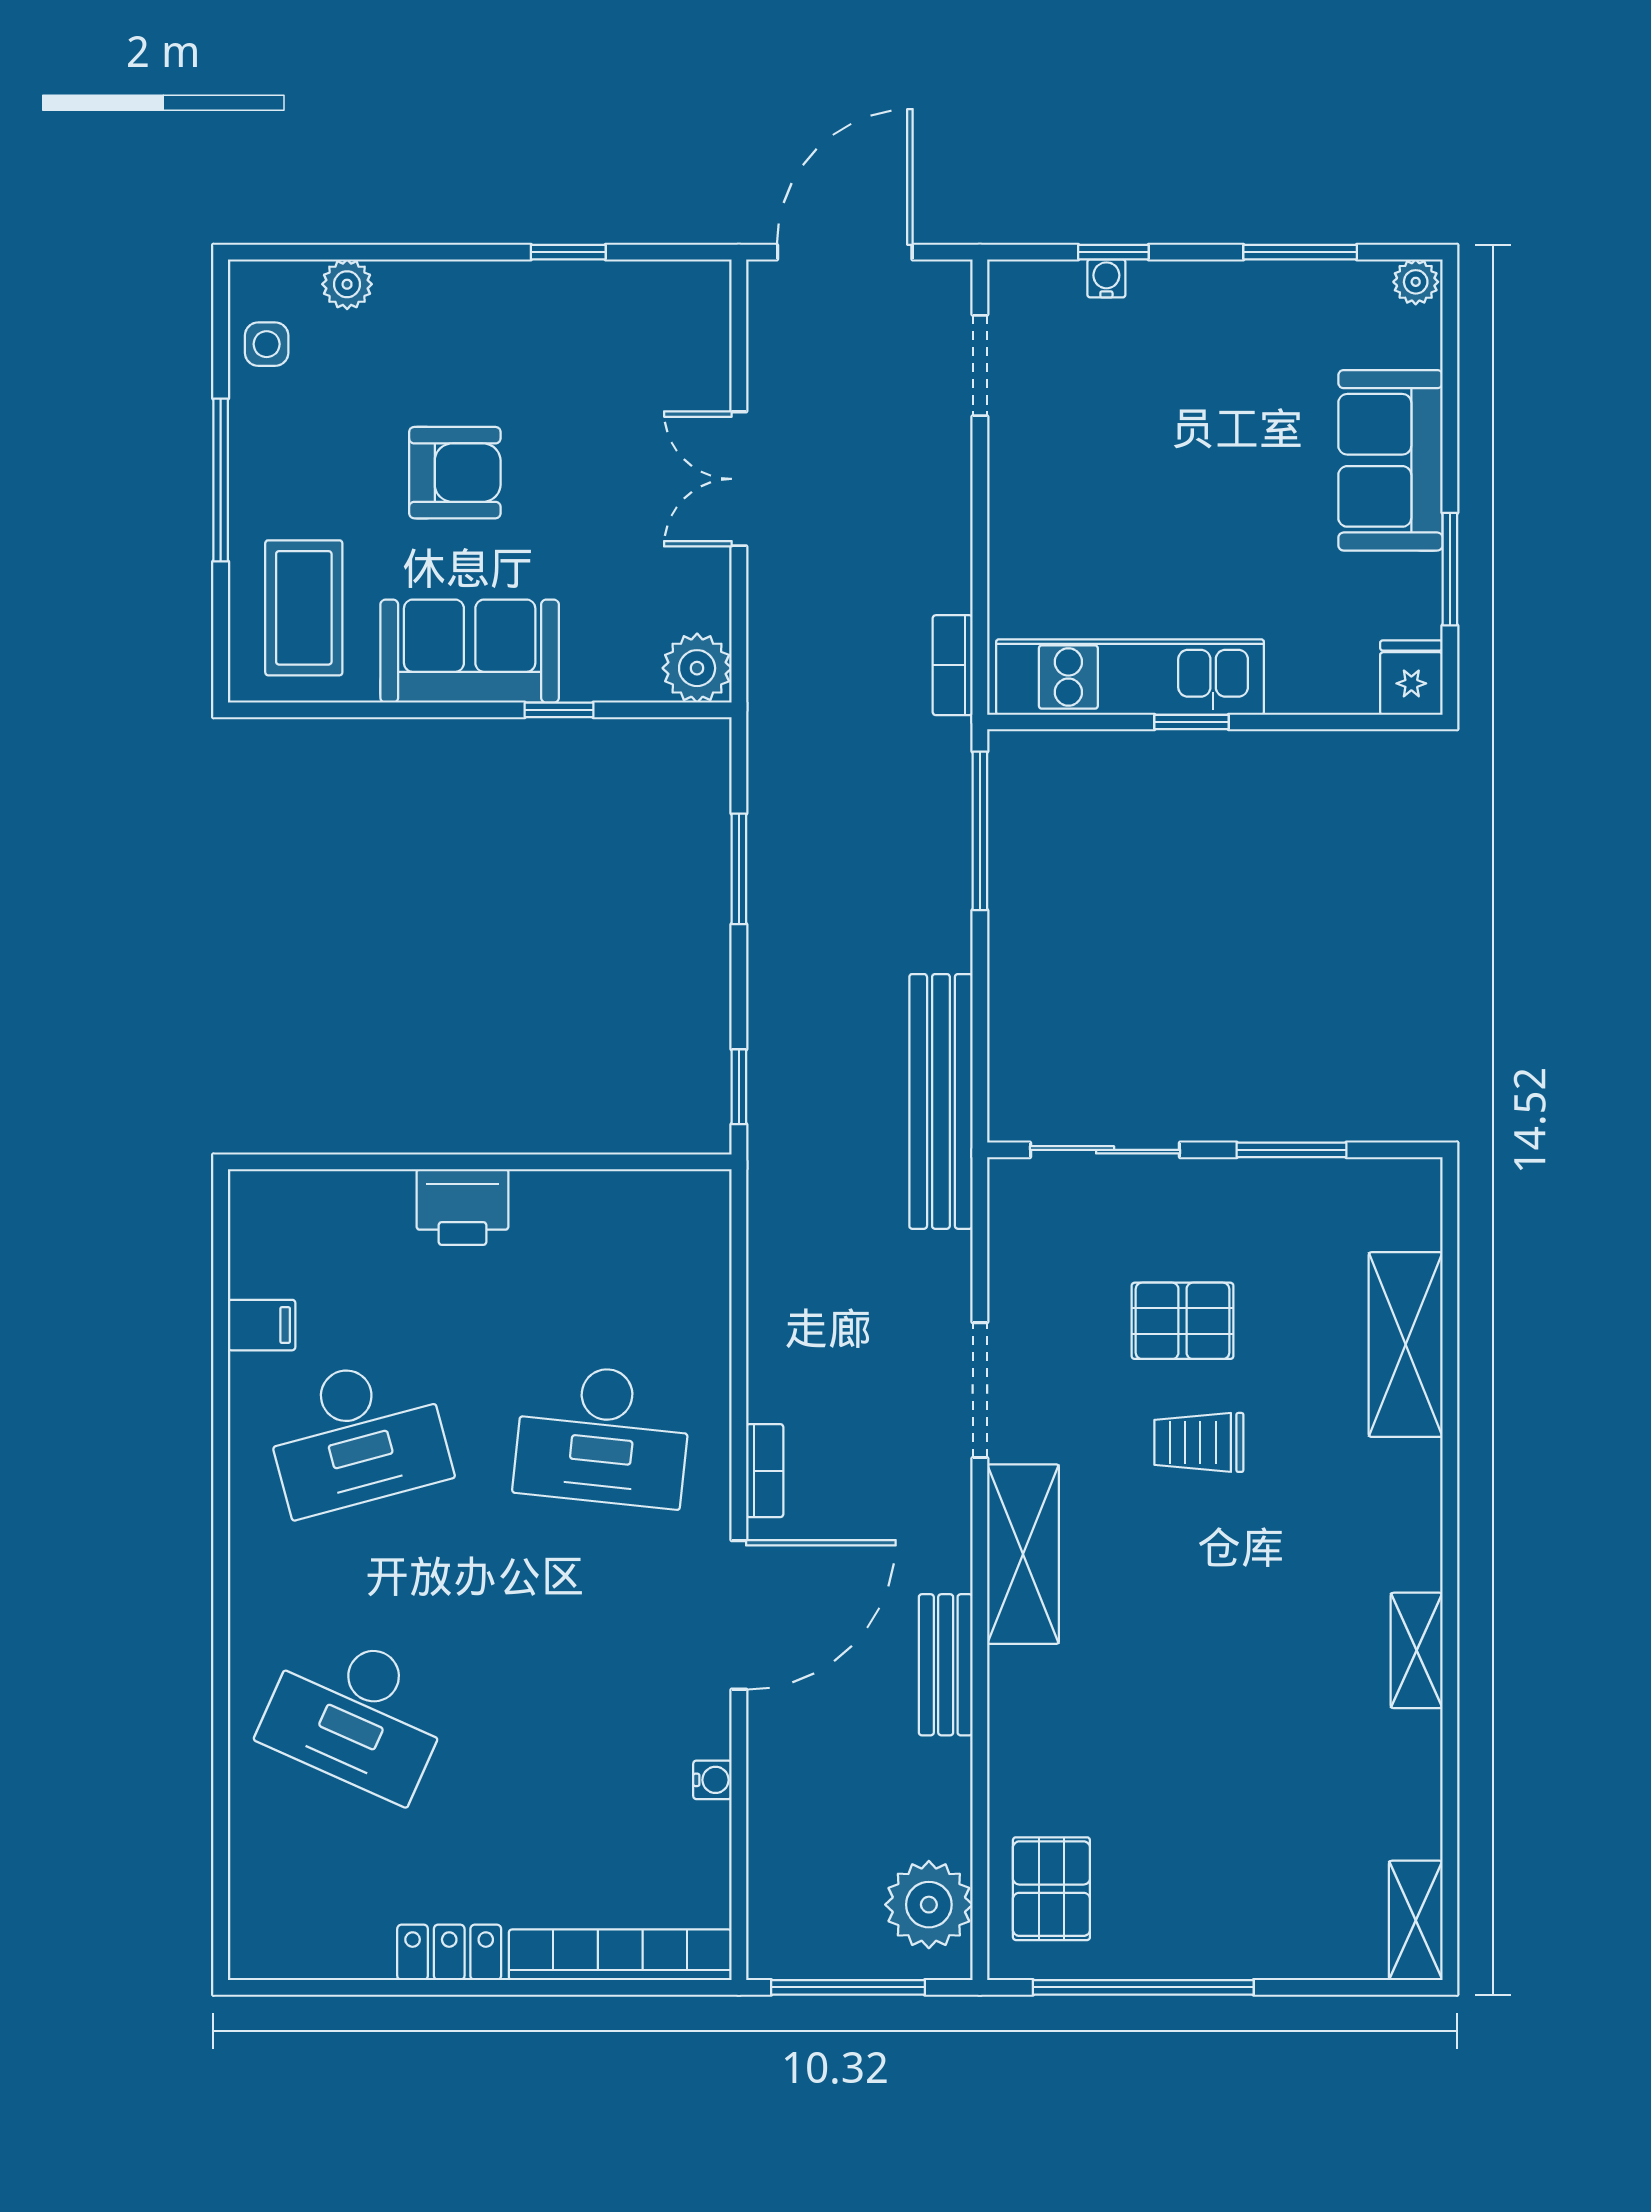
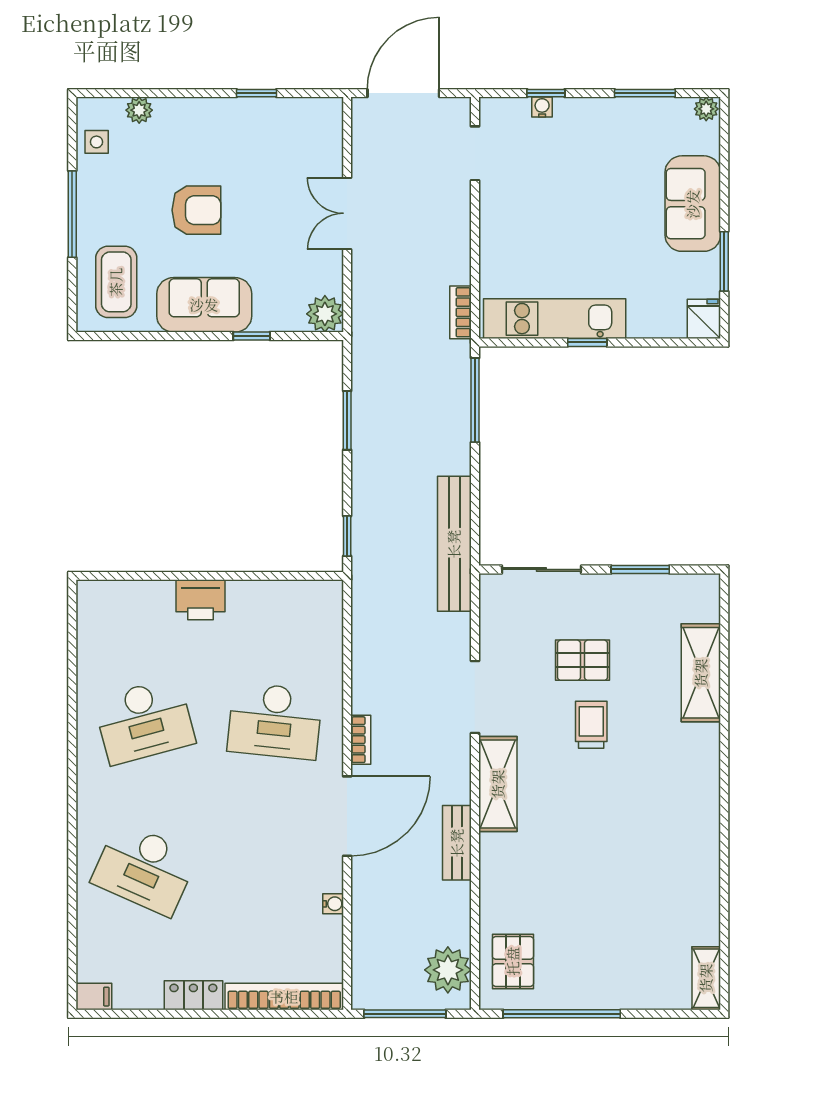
filing cabinet: (262, 1325) -> (94, 997), moved
trolley: (1199, 1442) -> (591, 725), turned 90
shelving: (1417, 1650) -> (707, 835), removed

